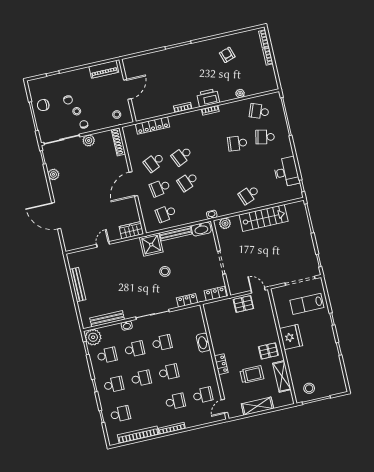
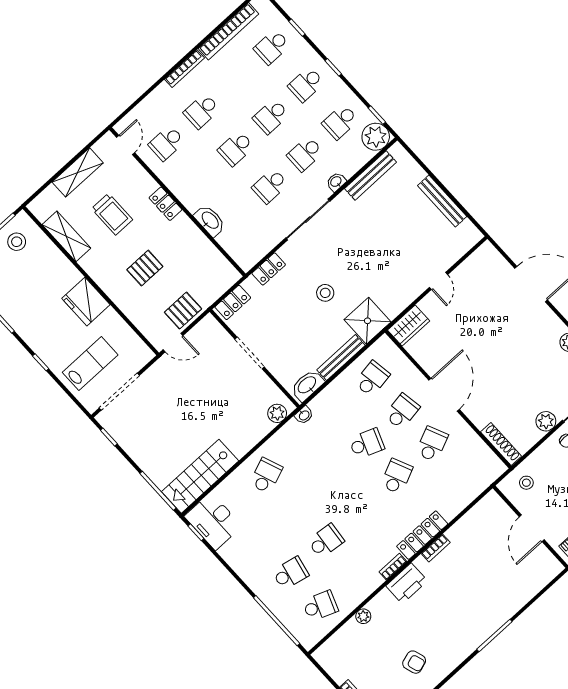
locker: (152, 126) -> (422, 535), moved
desk: (286, 172) -> (213, 521), moved
school desk: (188, 181) -> (367, 444), turned 42
stairs: (264, 218) -> (200, 476), moved
pallet: (268, 351) -> (145, 268), moved
trolley: (252, 375) -> (112, 214), turned -90

